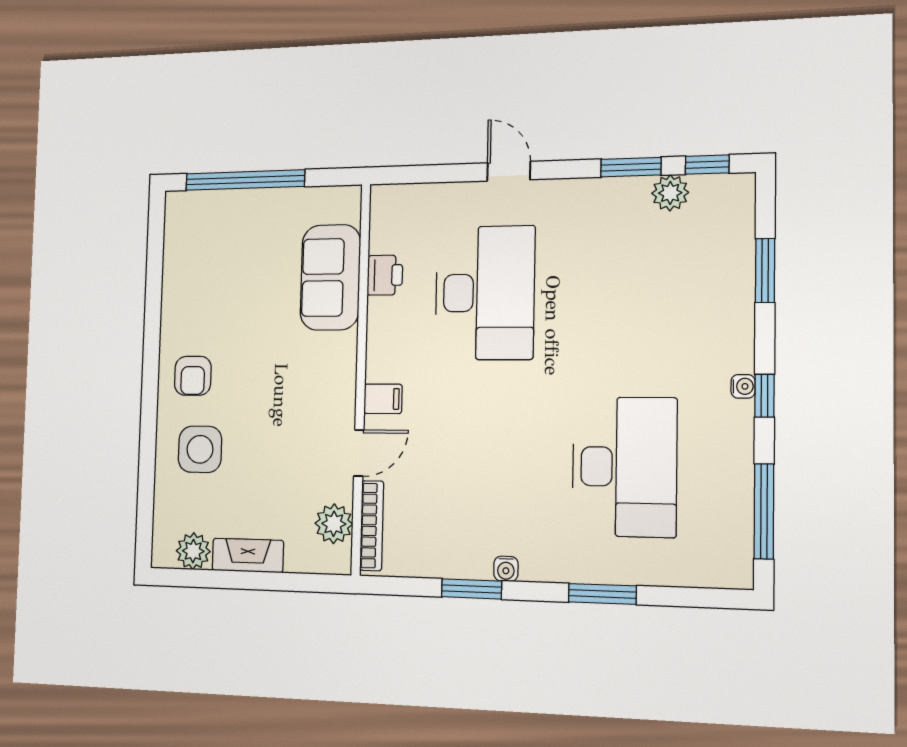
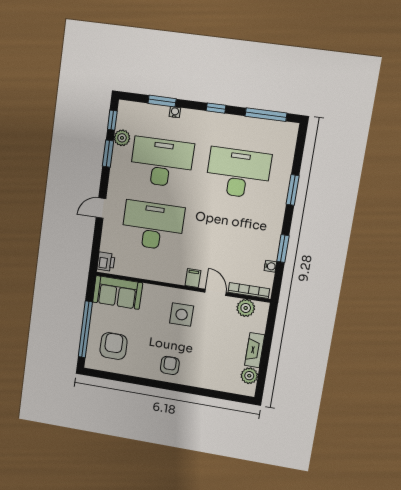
armchair: (218, 247) -> (114, 346), added
printer: (385, 275) -> (106, 262), moved, turned 90
sofa: (330, 277) -> (117, 292), moved
desk: (627, 291) -> (162, 162), added
armchair: (193, 376) -> (170, 365), turned -90
water cooler: (743, 386) -> (175, 112), moved
side table: (200, 449) -> (182, 314), moved
water cooler: (506, 569) -> (270, 266), moved

